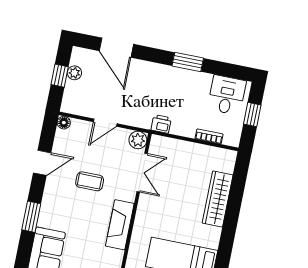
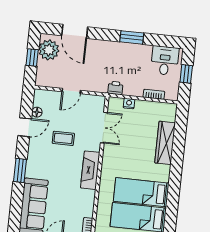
plant: (74, 73) -> (49, 50), width x1.88, depth x1.88
floor lamp: (64, 123) -> (37, 112), moved
plant: (138, 140) -> (98, 102), removed
nightstand: (177, 145) -> (129, 104), added

